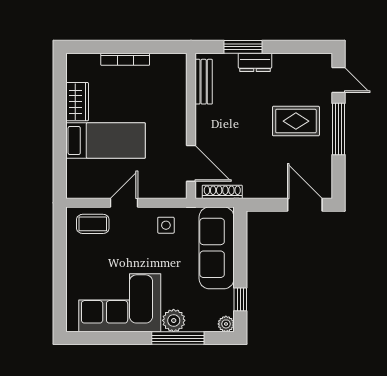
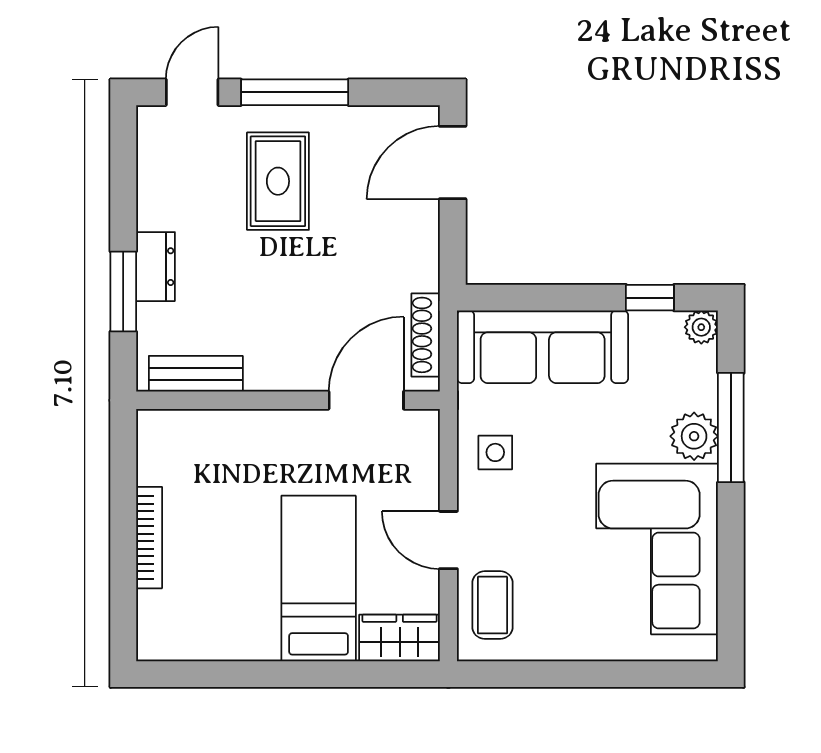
wardrobe: (77, 102) -> (400, 638), moved

